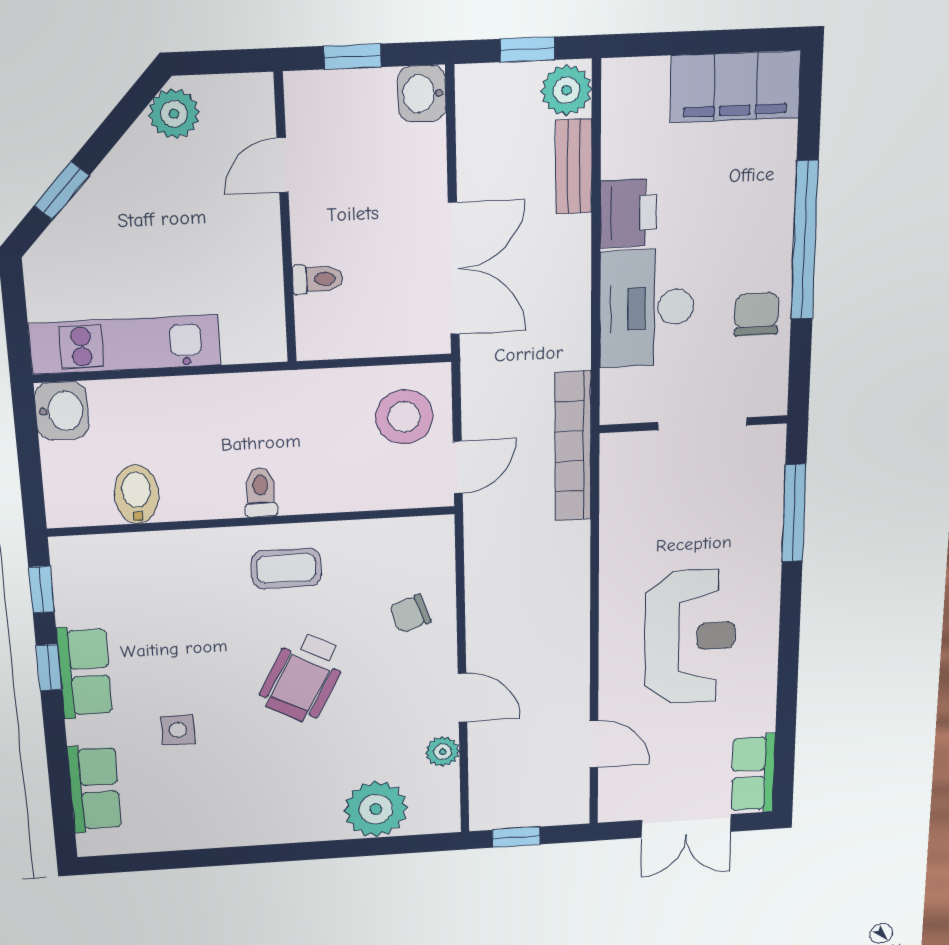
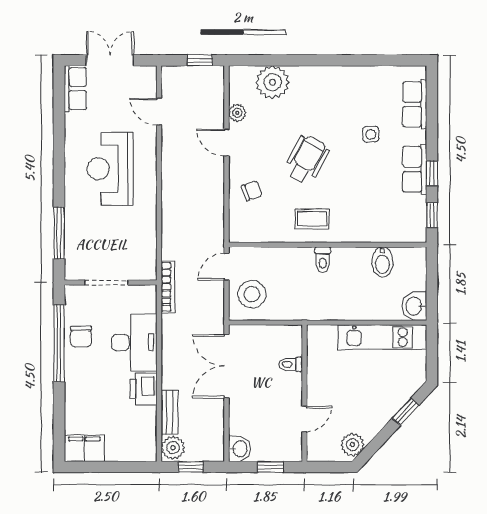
filing cabinet: (735, 87) -> (84, 448), width x0.67, depth x0.86
window: (805, 241) -> (59, 343), moved
bookcase: (573, 446) -> (168, 287), width x0.68, depth x0.76

